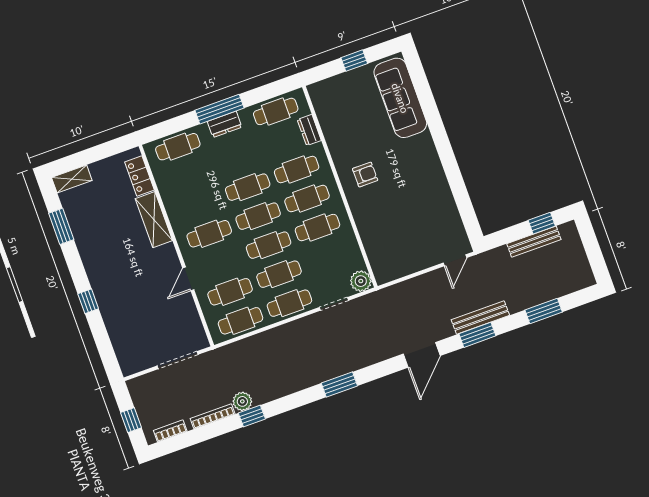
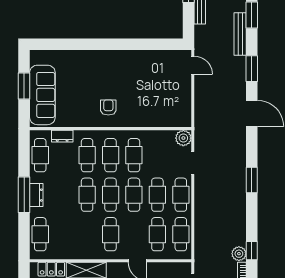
window: (354, 61) -> (24, 86), width x1.50
sofa: (400, 98) -> (42, 95), moved, turned -90
bench: (480, 317) -> (240, 34), moved

